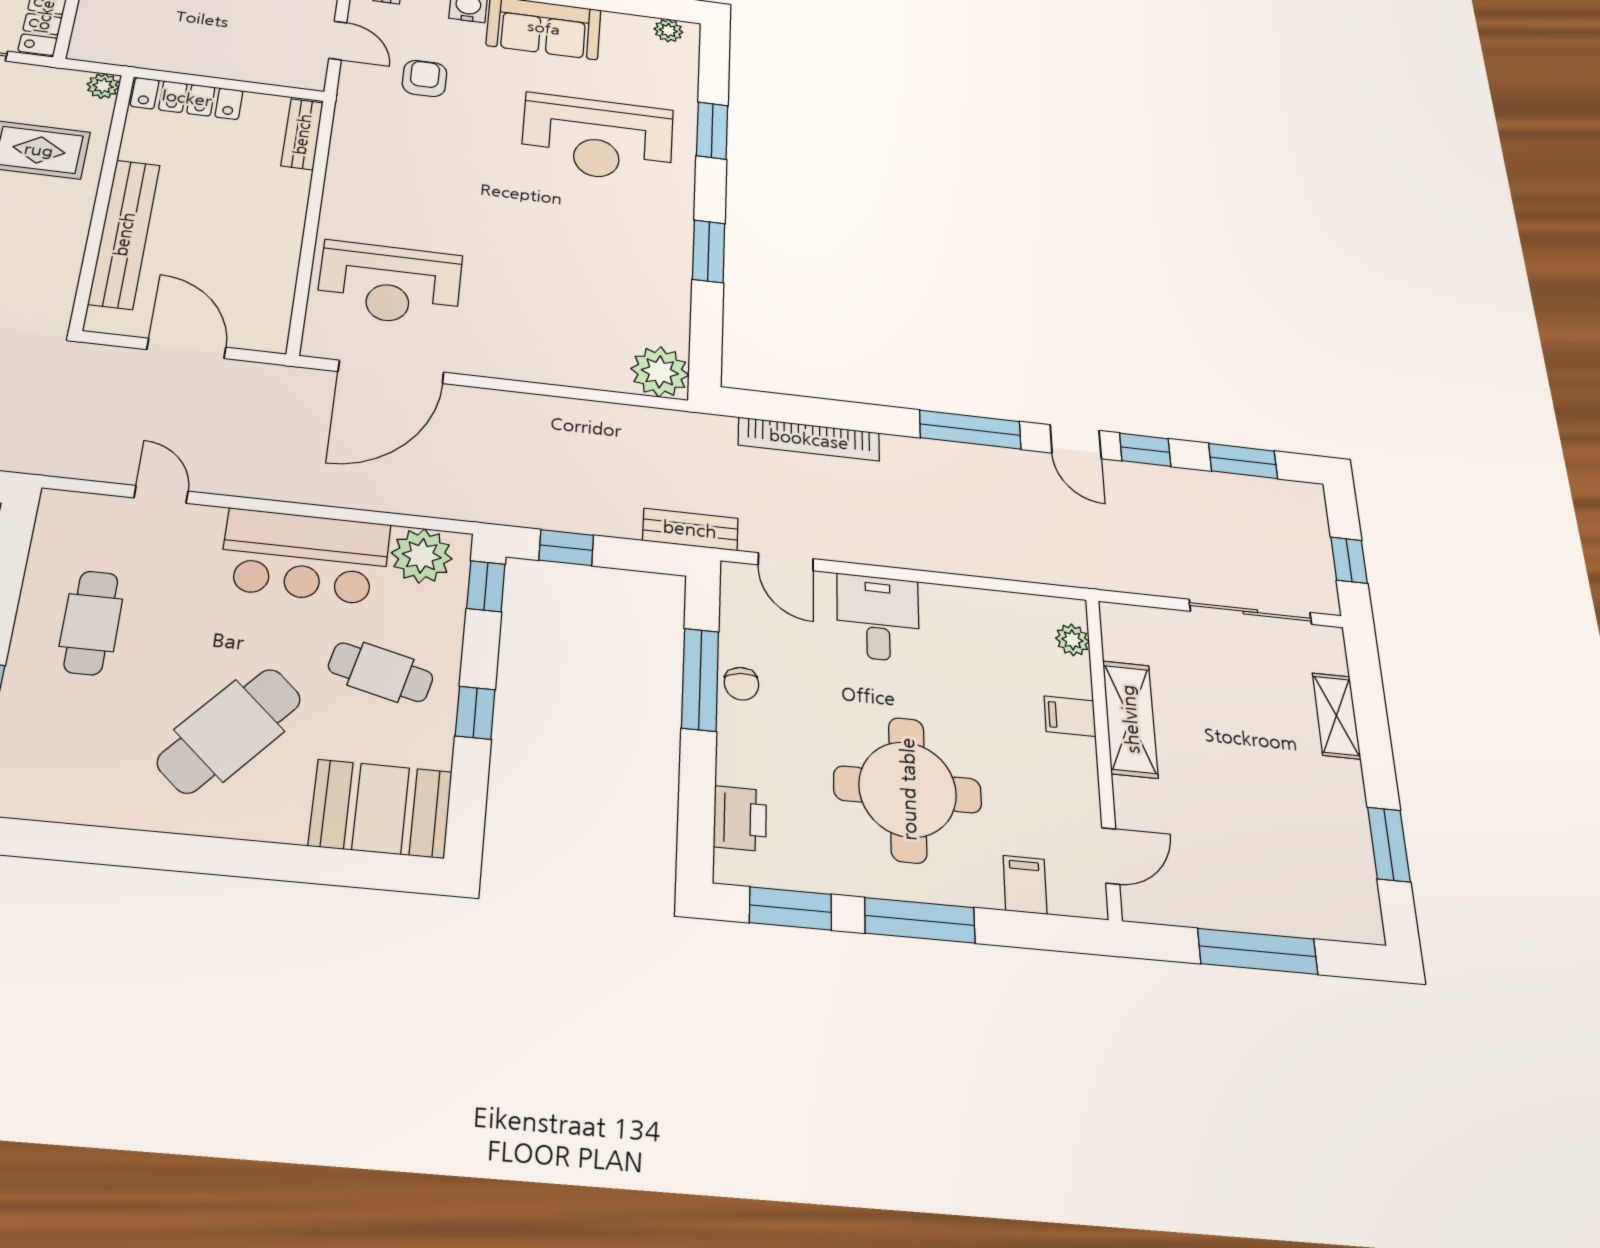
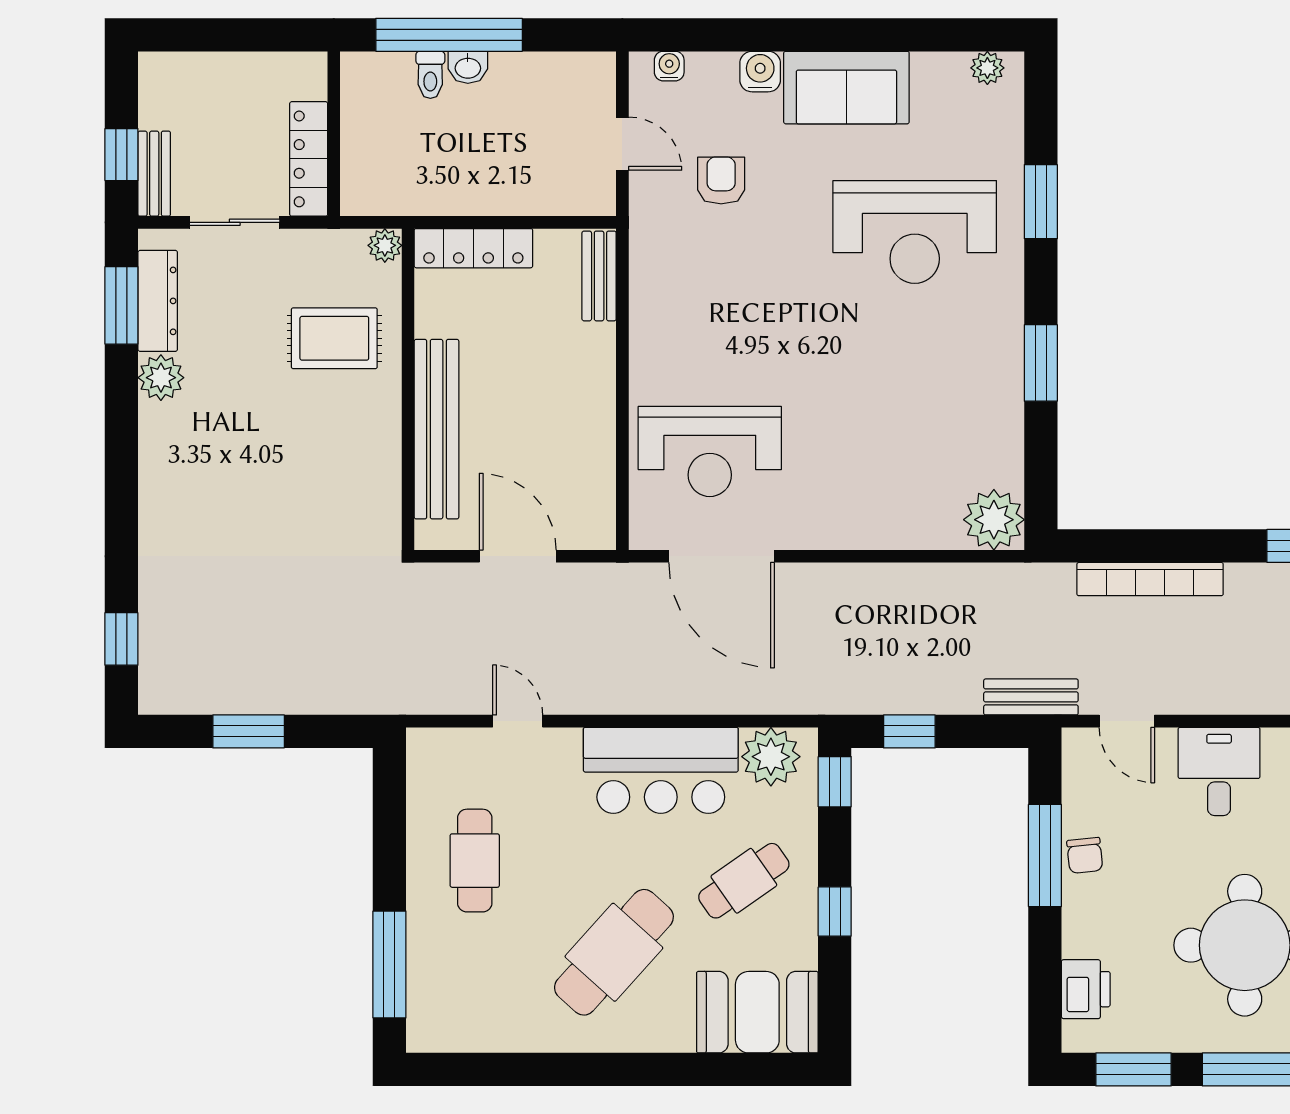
door: (391, 372) -> (722, 556), hinge flipped
cafe table: (381, 672) -> (744, 881), turned -49

